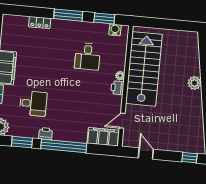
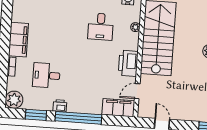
plant: (120, 76) -> (135, 27), moved
printer: (117, 88) -> (128, 63), width x1.87, depth x1.48
desk: (33, 103) -> (46, 75), turned 180

